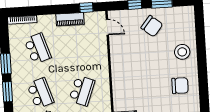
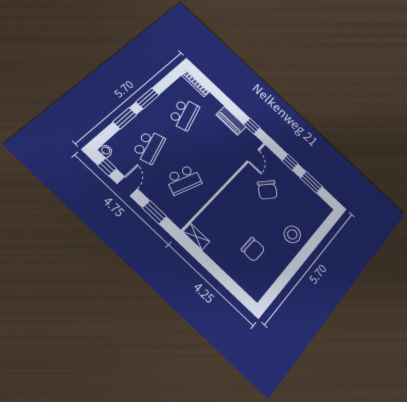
chair: (152, 26) -> (267, 190), moved
chair: (180, 86) -> (253, 249), moved

